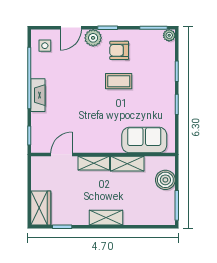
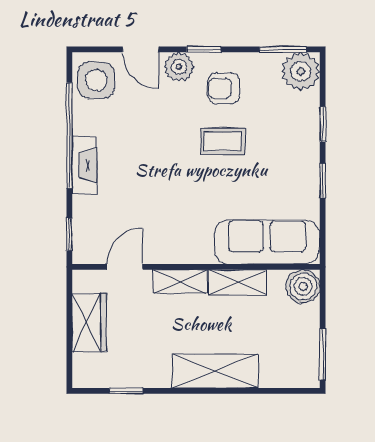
door: (71, 28) -> (141, 49), hinge flipped
plant: (169, 35) -> (301, 71), width x1.88, depth x1.88
side table: (45, 46) -> (96, 80), width x1.87, depth x1.87
sofa: (144, 140) -> (267, 242), width x1.36
boiler: (165, 180) -> (303, 286), moved
wardrobe: (41, 208) -> (89, 323), moved
shelving: (106, 218) -> (215, 371), width x1.50, depth x1.33

